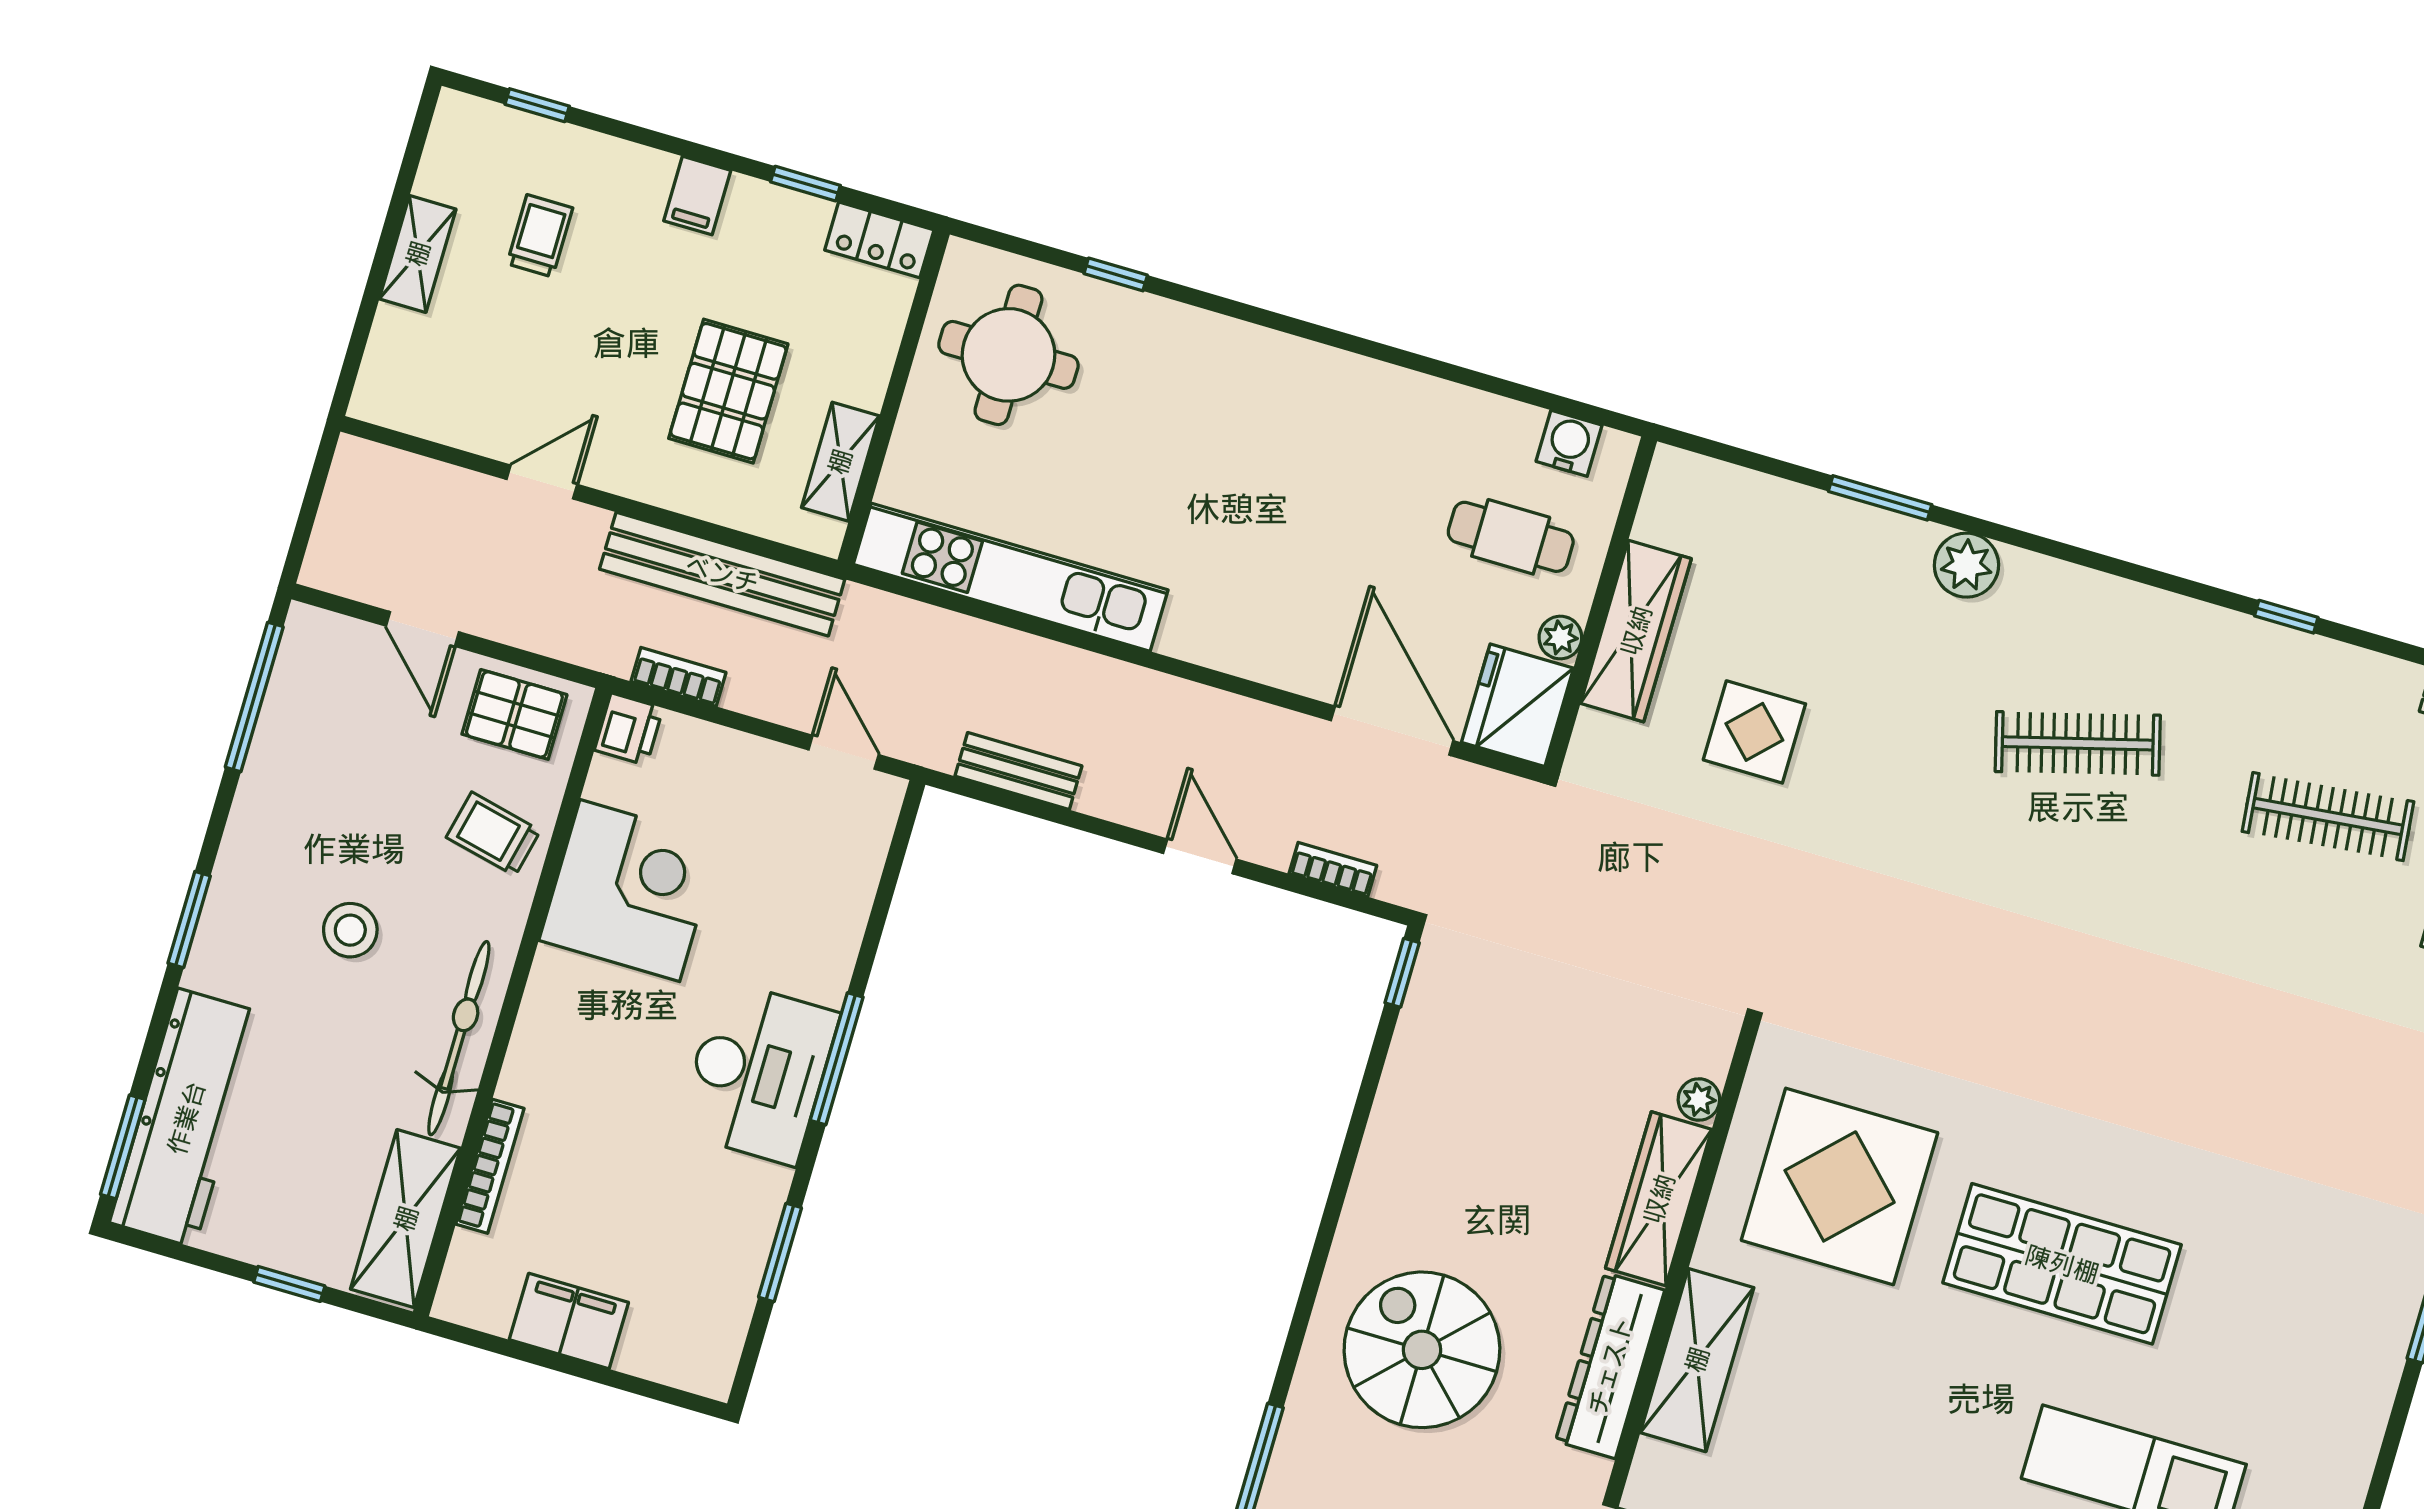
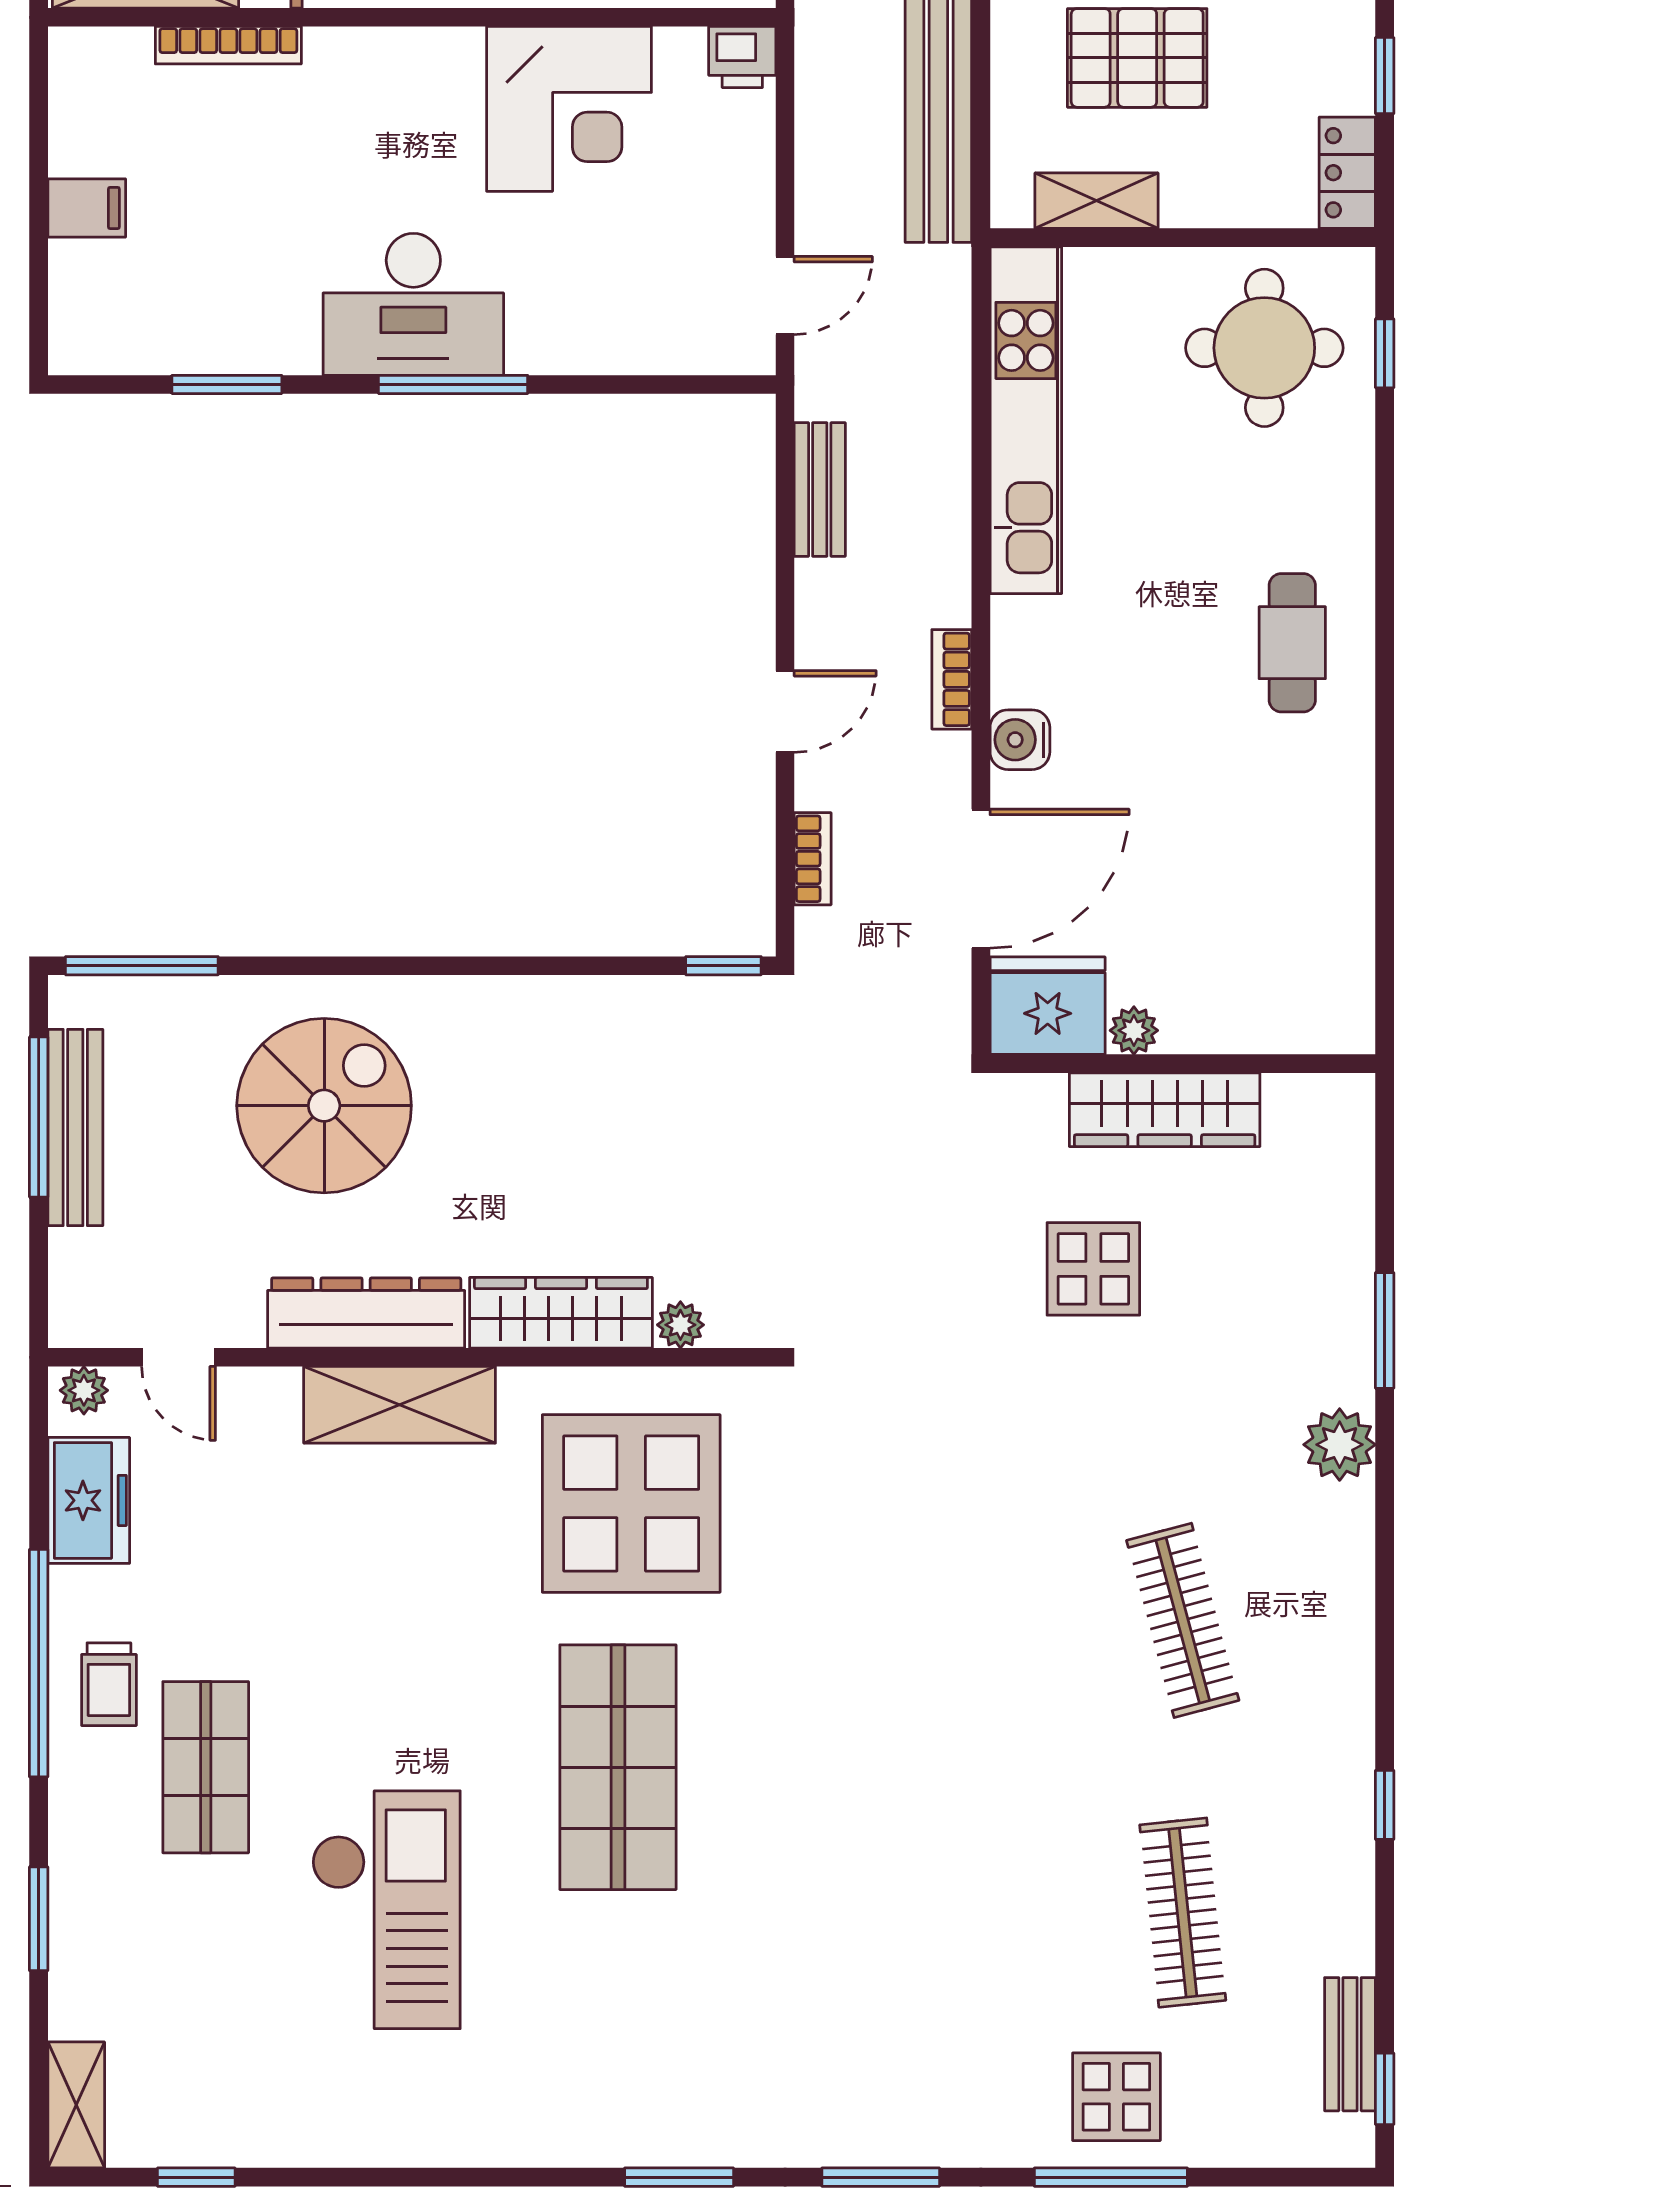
window: (1116, 274) -> (1385, 353), moved
water cooler: (1569, 443) -> (1020, 740), moved, turned 180
cafe table: (1511, 537) -> (1292, 643), moved
bookcase: (678, 677) -> (952, 679), moved, turned 180
filing cabinet: (569, 1321) -> (87, 208), width x0.50

